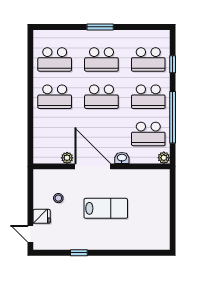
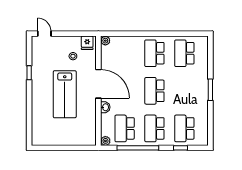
school desk: (101, 59) -> (184, 91), removed
plant: (67, 158) -> (105, 41), moved
door: (93, 166) -> (98, 84), hinge flipped
lab bench: (106, 208) -> (65, 94), width x1.36, depth x1.39
fridge: (42, 216) -> (87, 43), moved
door: (30, 234) -> (44, 34), hinge flipped

